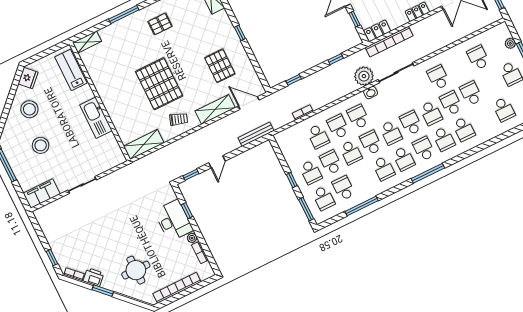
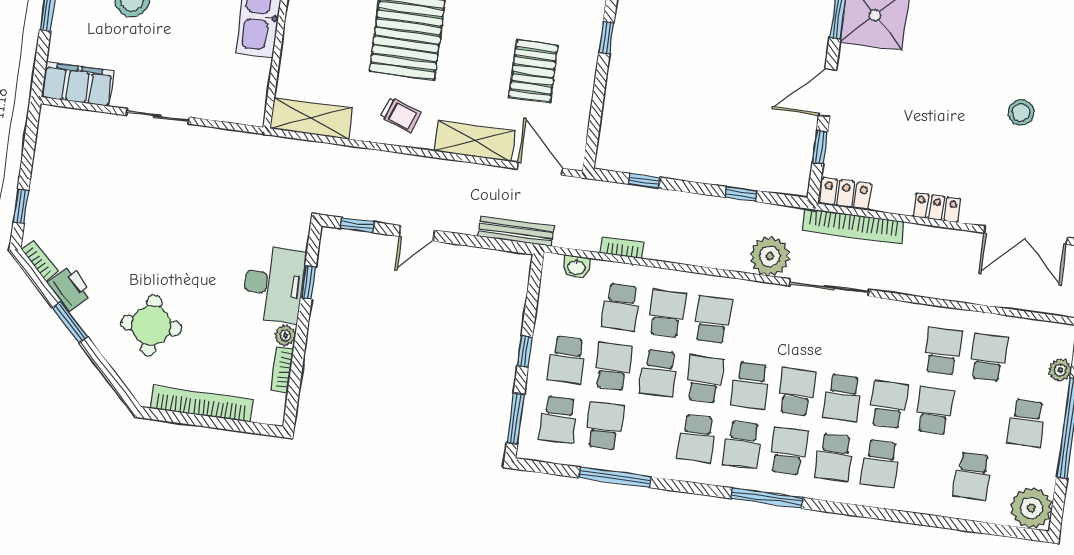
school desk: (438, 77) -> (943, 351), moved
washbasin: (371, 93) -> (576, 267), moved

